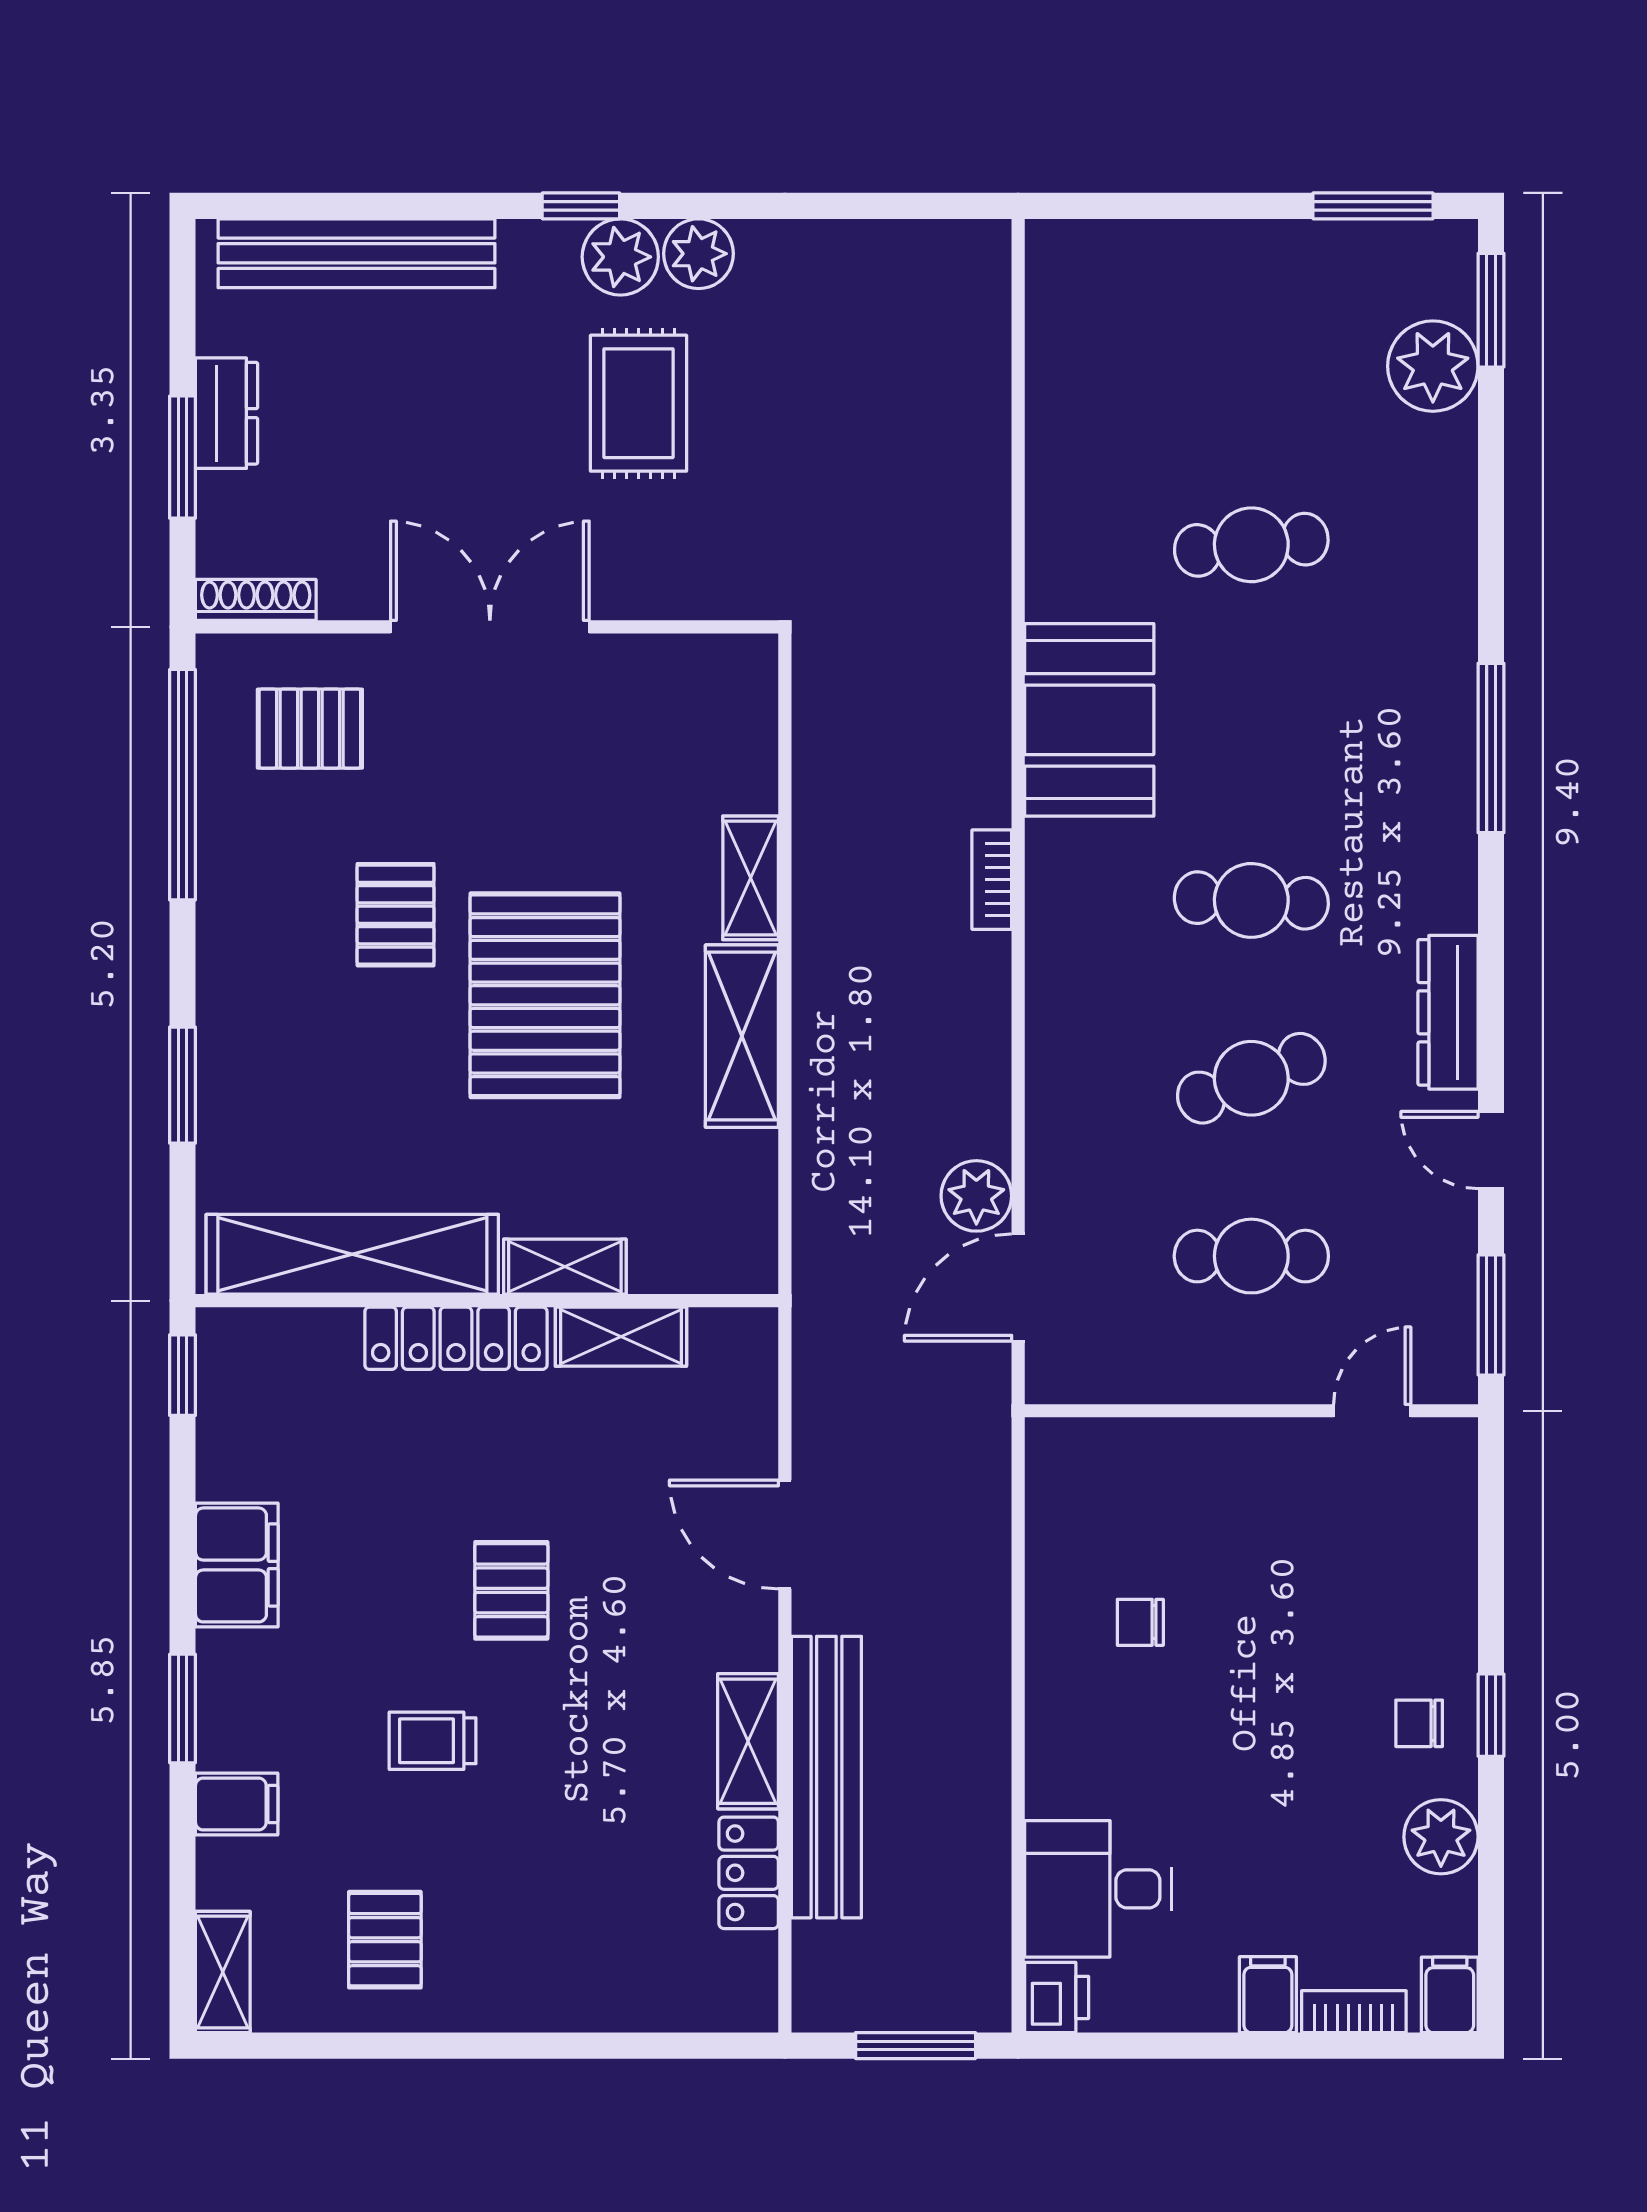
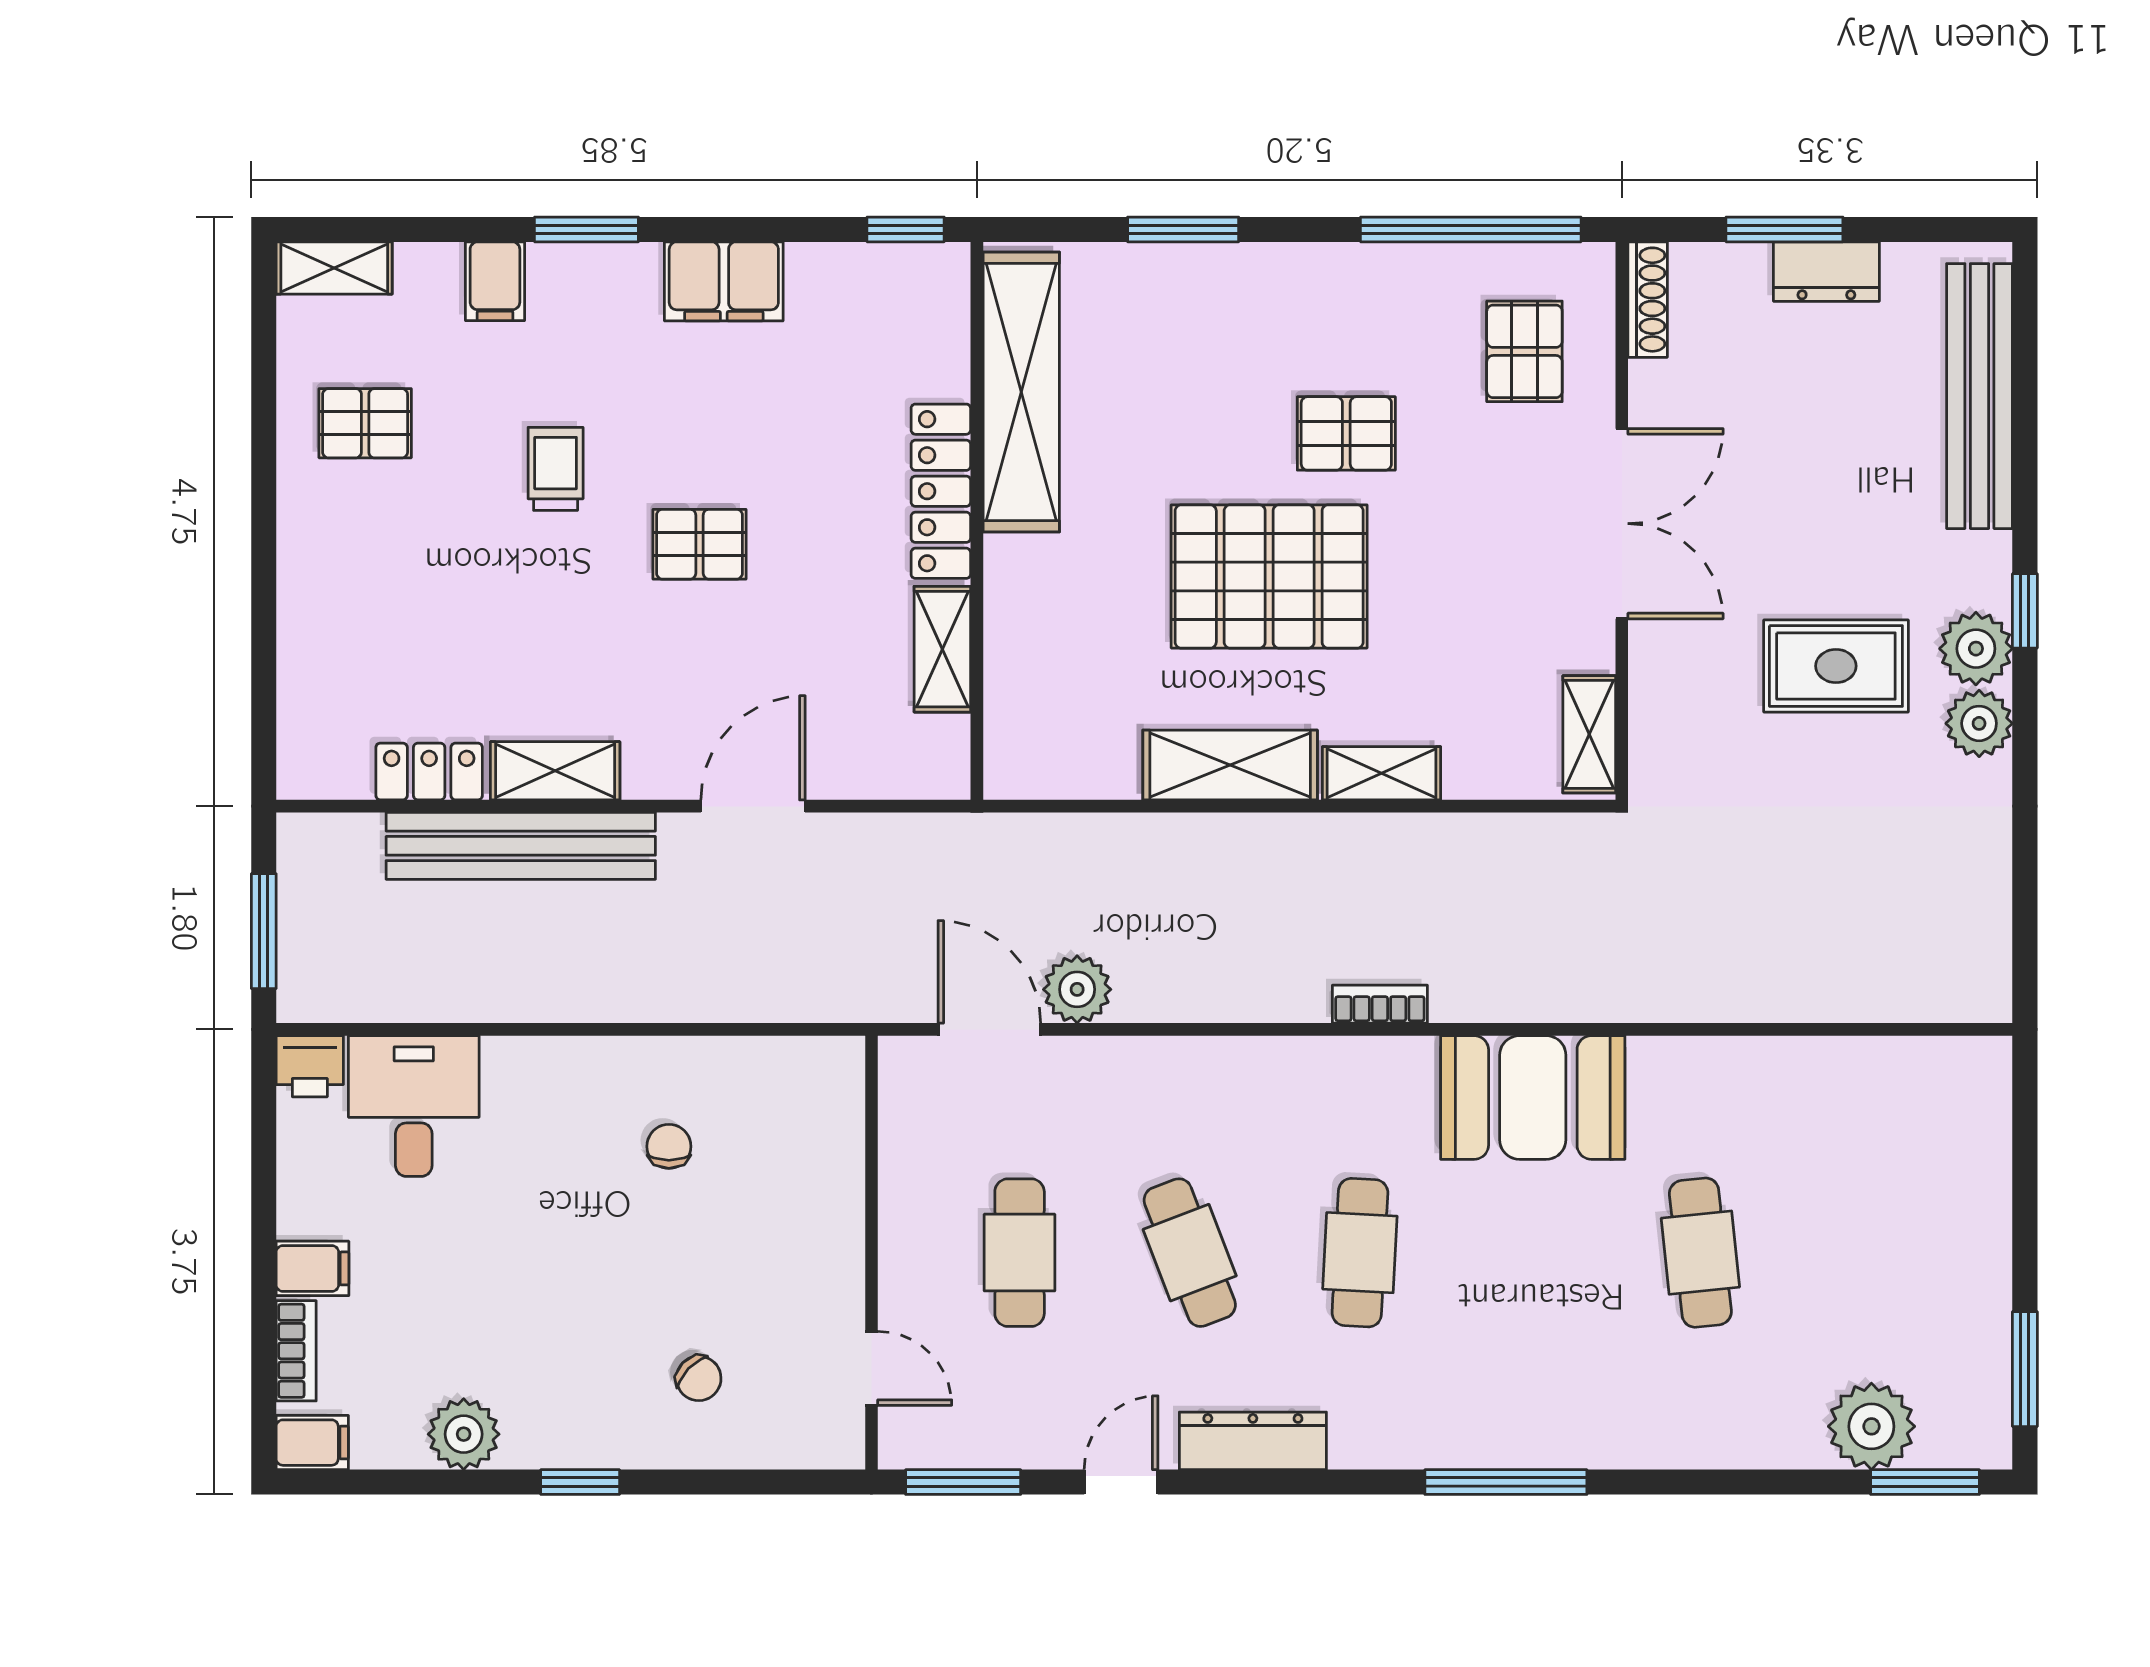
shelving: (565, 1267) -> (1589, 734), moved
chair: (1419, 1723) -> (699, 1378), moved, turned 134

